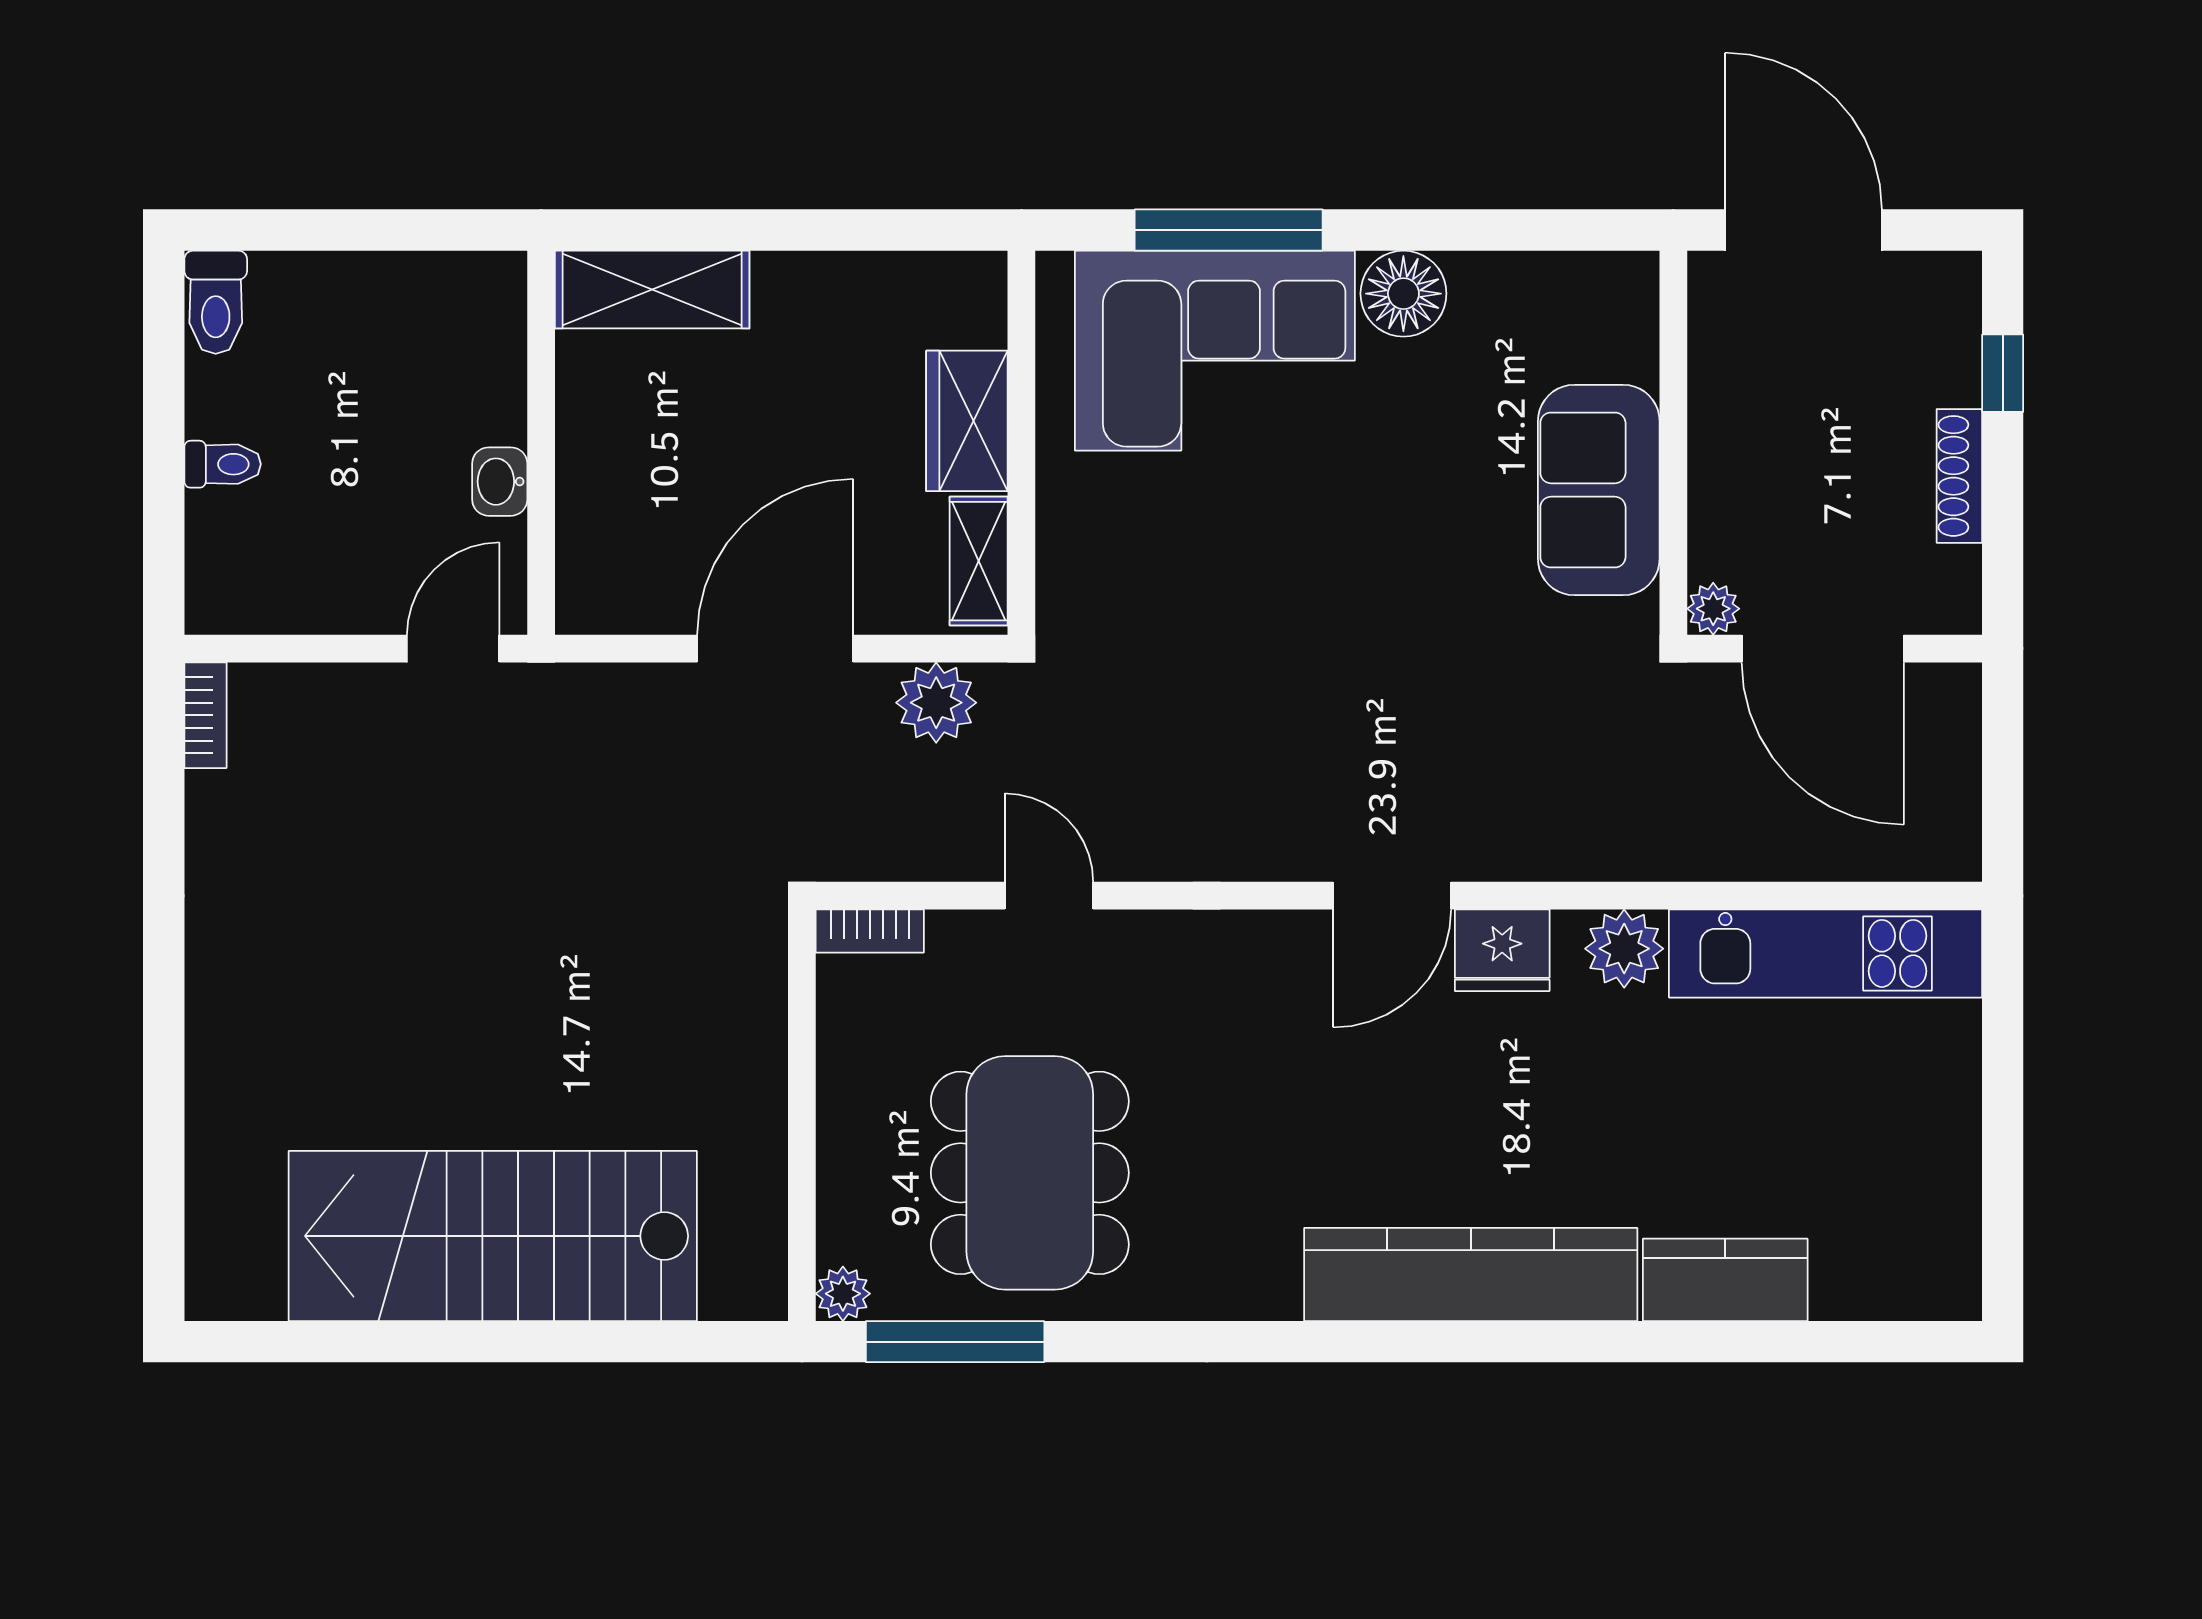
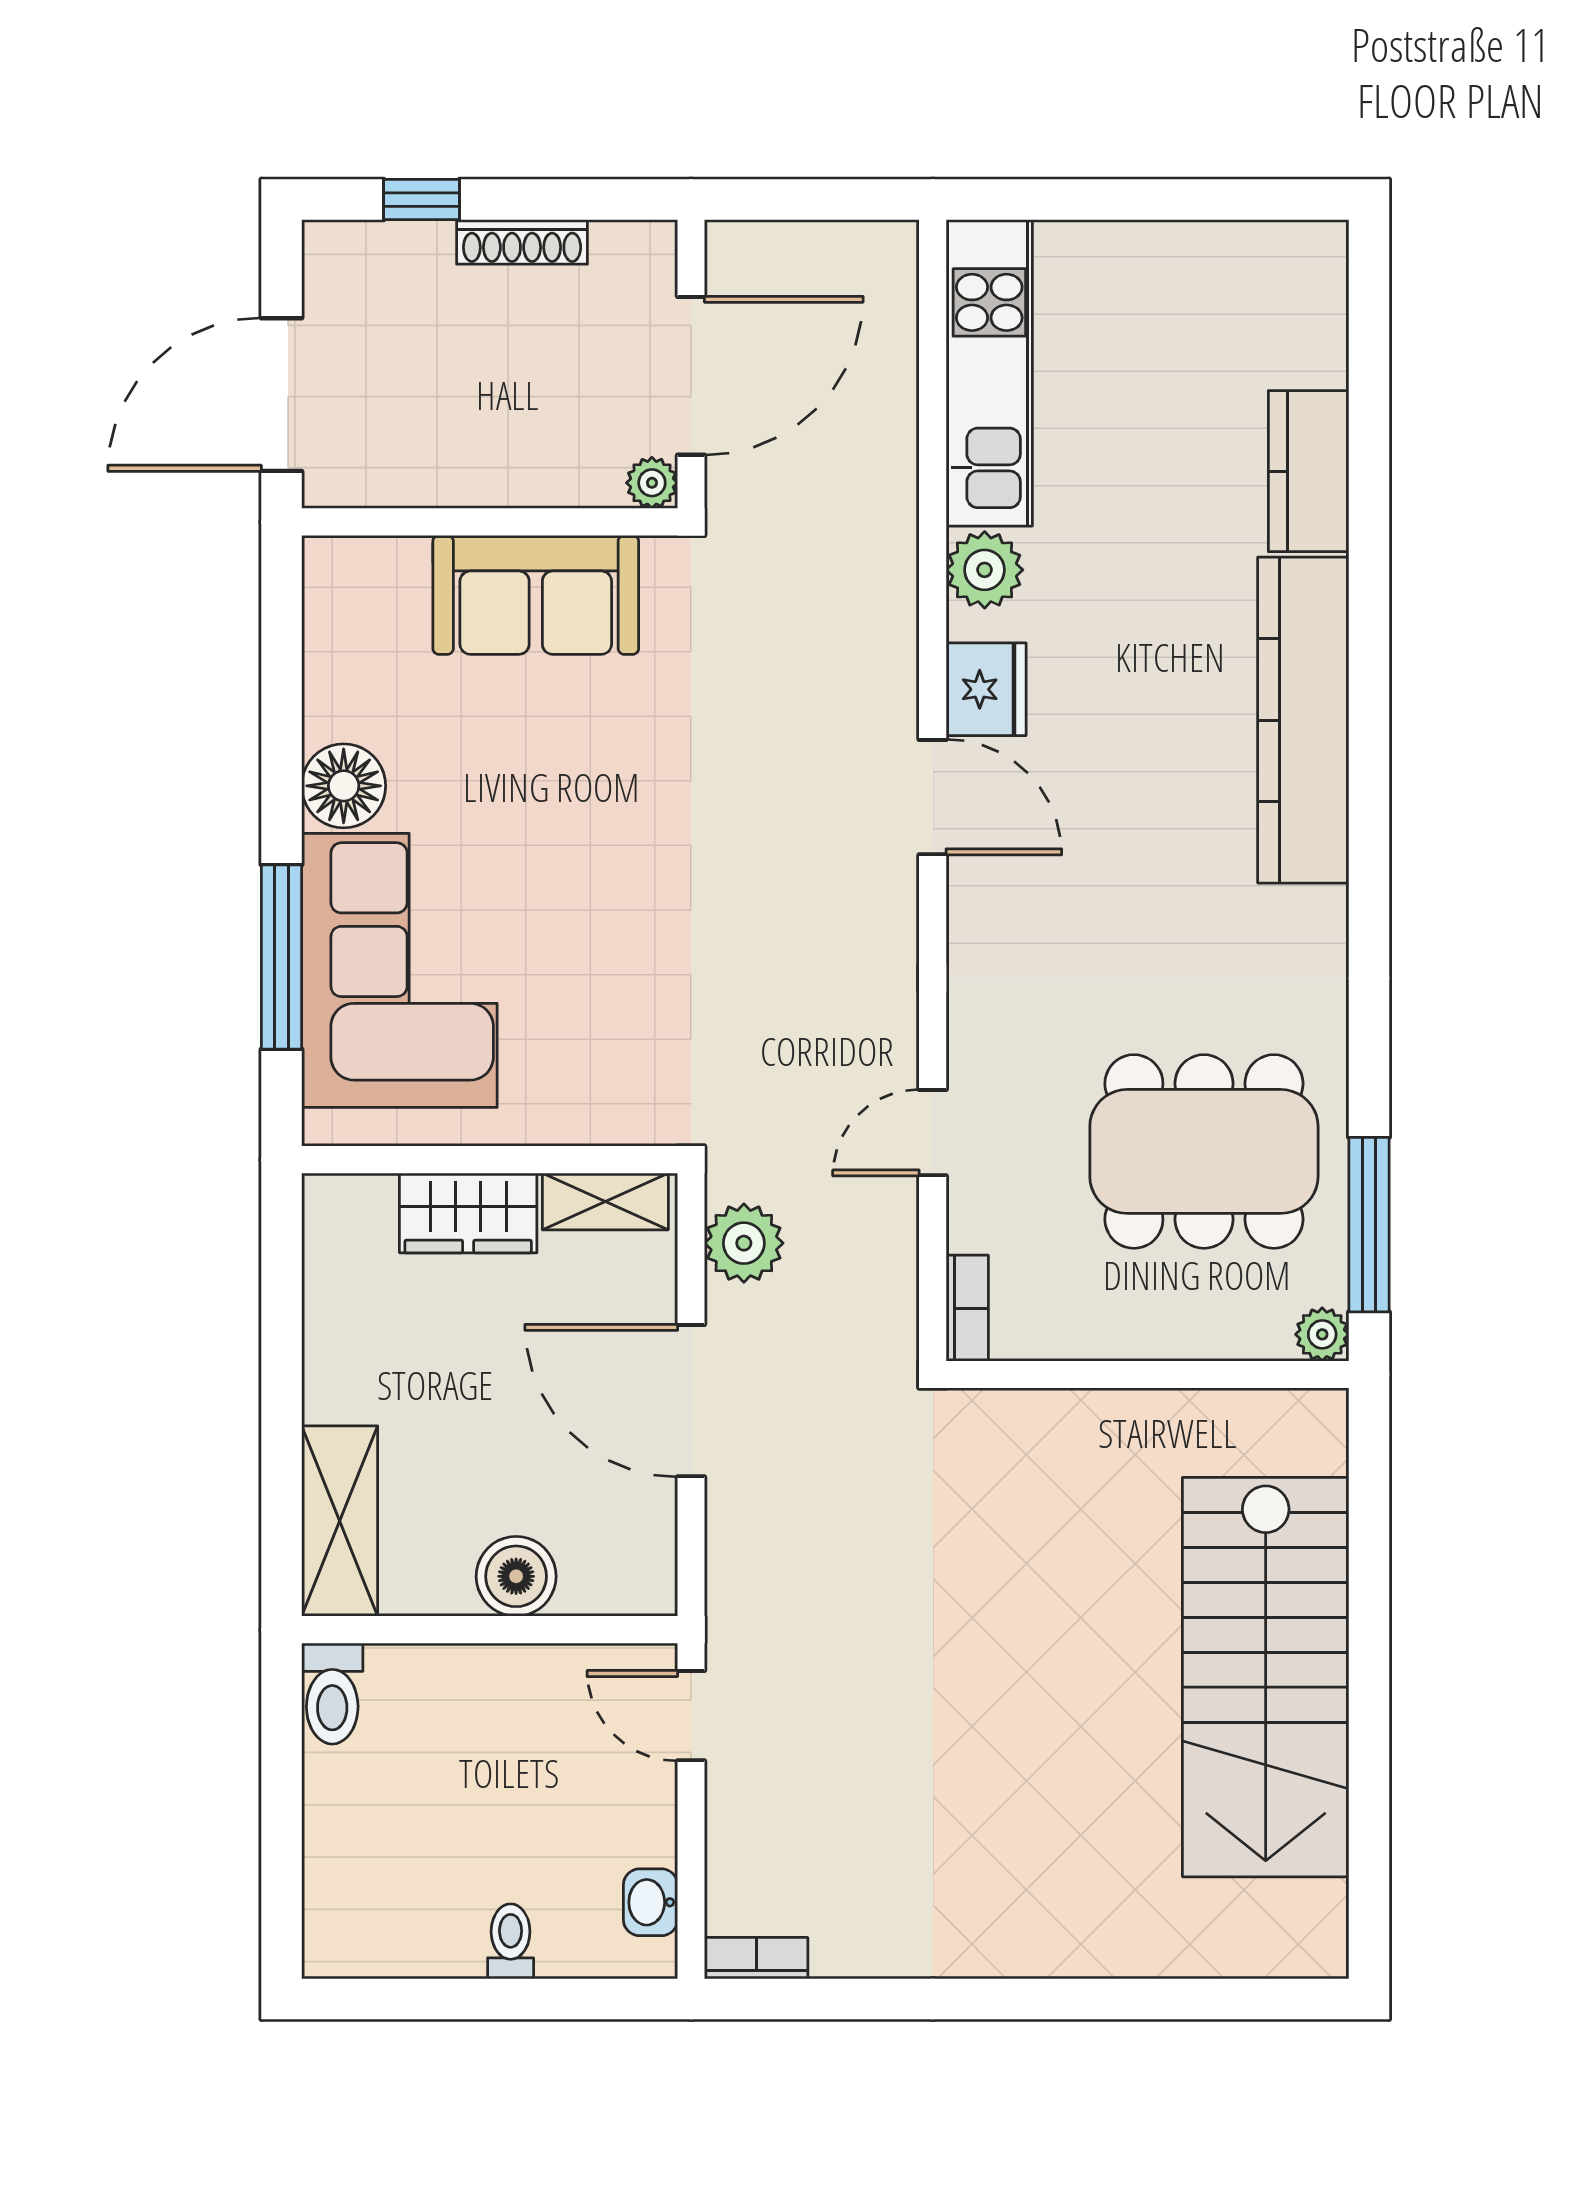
toilet: (216, 302) -> (332, 1694), moved, turned 90
boiler: (596, 470) -> (516, 1576), added
washbasin: (500, 482) -> (650, 1902), moved, turned 90

